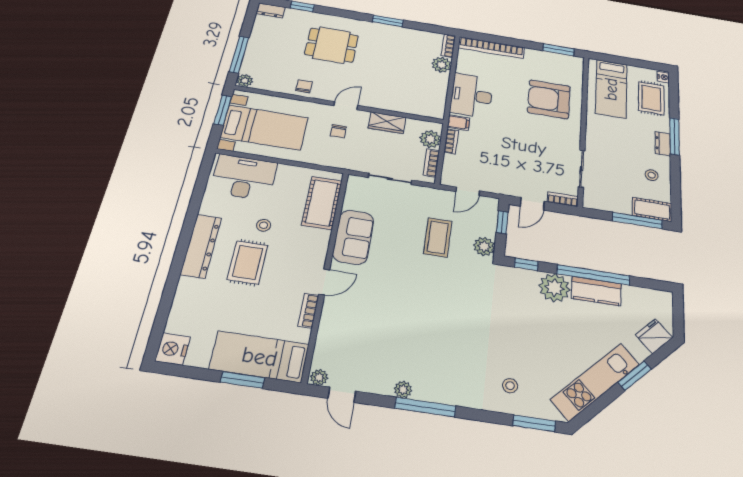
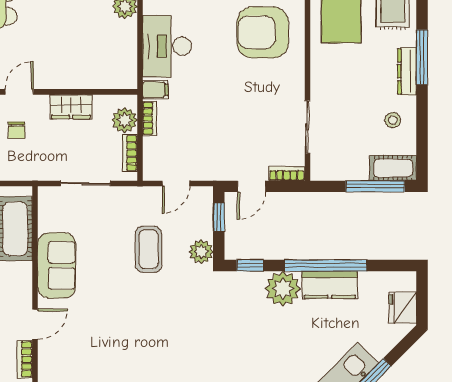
dresser: (663, 144) -> (407, 71), width x1.44
fridge: (654, 336) -> (403, 308), moved, turned -45

